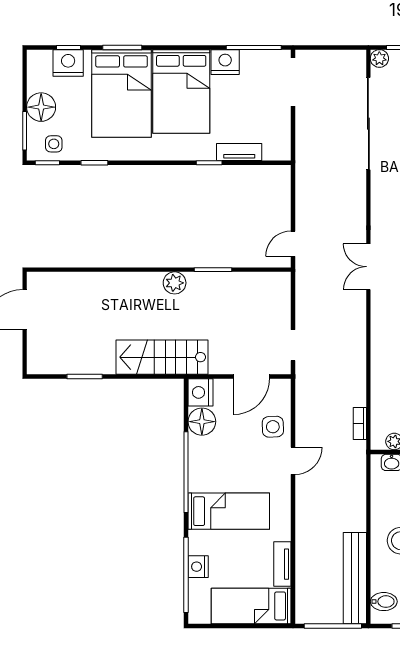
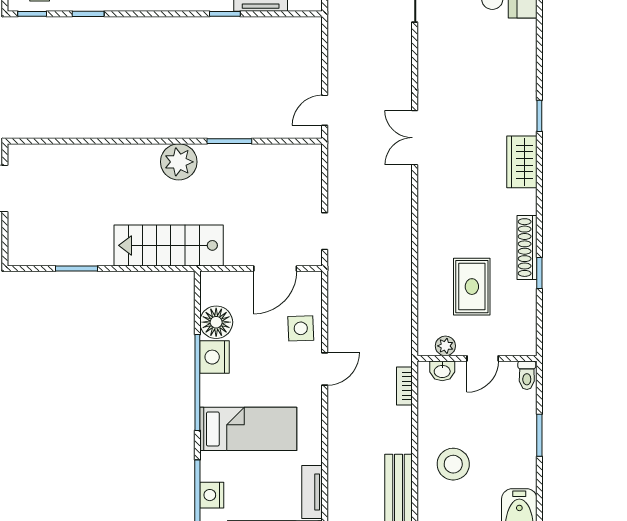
plant: (175, 283) -> (179, 162), width x1.36, depth x1.36
nightstand: (200, 392) -> (215, 357), moved
bookcase: (360, 423) -> (404, 386), moved

